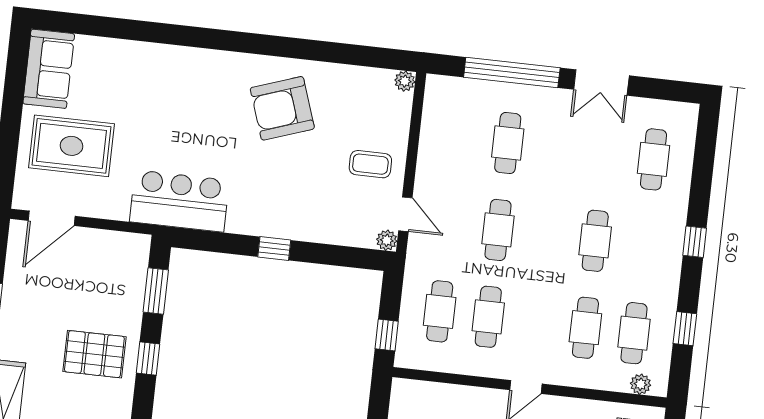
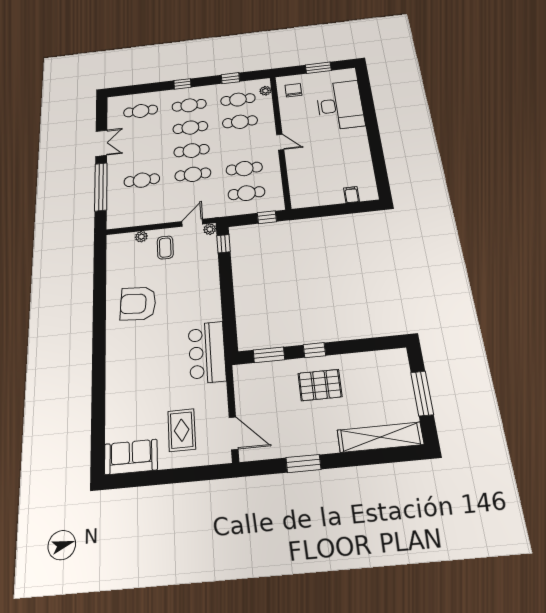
plant: (405, 81) -> (141, 237), moved
armchair: (282, 108) -> (138, 304), turned 113
rug: (72, 146) -> (182, 430), width x0.73, depth x0.70
cafe table: (547, 235) -> (192, 151), added
cafe table: (644, 246) -> (189, 105), added
window: (274, 248) -> (223, 244), moved
pallet: (94, 354) -> (320, 385), turned 90

